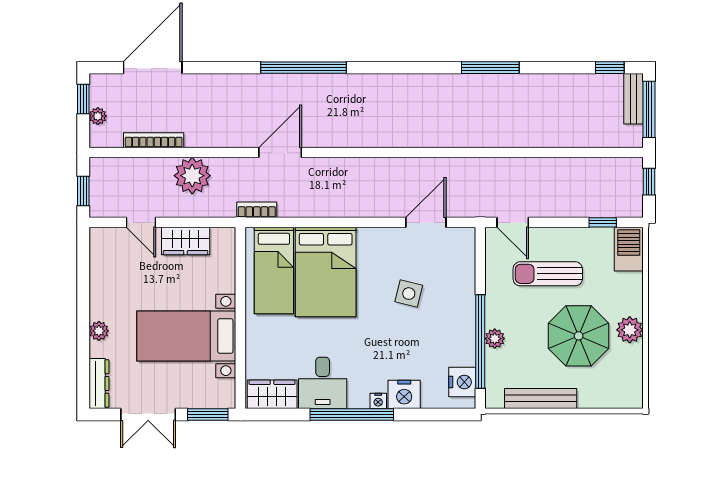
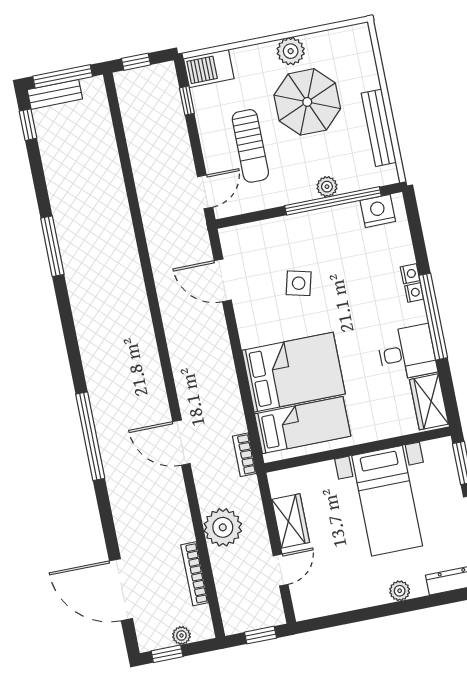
nightstand: (404, 394) -> (410, 274), width x0.53, depth x0.56

